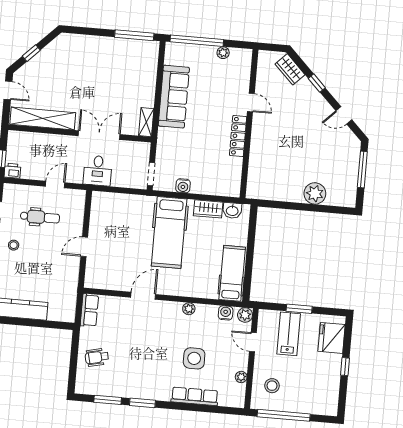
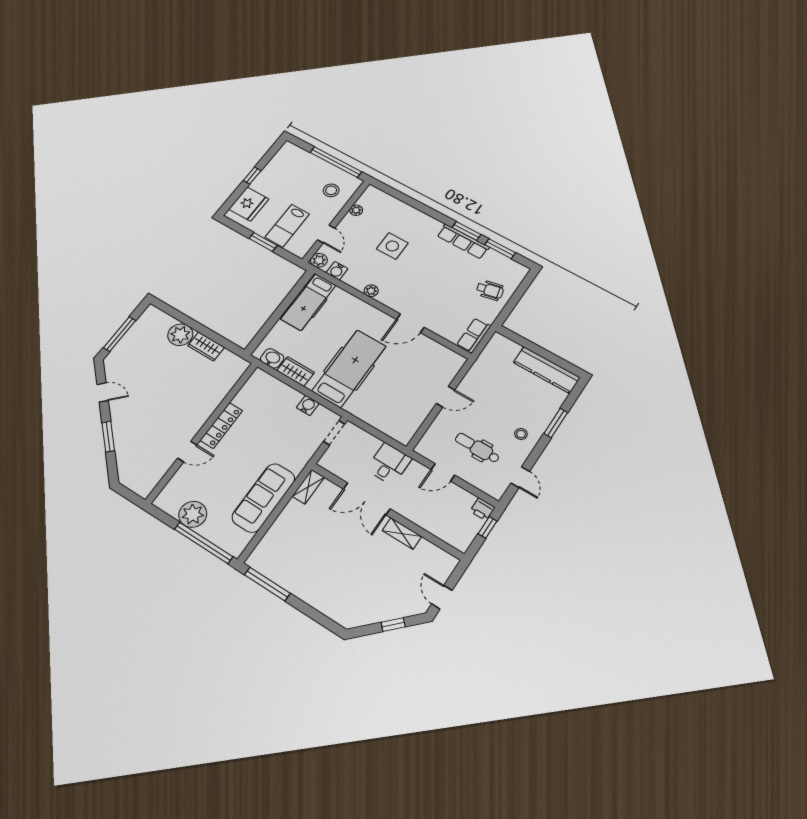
plant: (223, 53) -> (193, 514), width x1.87, depth x1.87
wardrobe: (290, 69) -> (206, 347), moved, turned 135
window: (317, 83) -> (108, 437), width x1.50
door: (251, 102) -> (187, 451), swing flipped
shelving: (43, 118) -> (402, 533), width x0.45, depth x0.75
row of seats: (195, 396) -> (463, 241), moved

